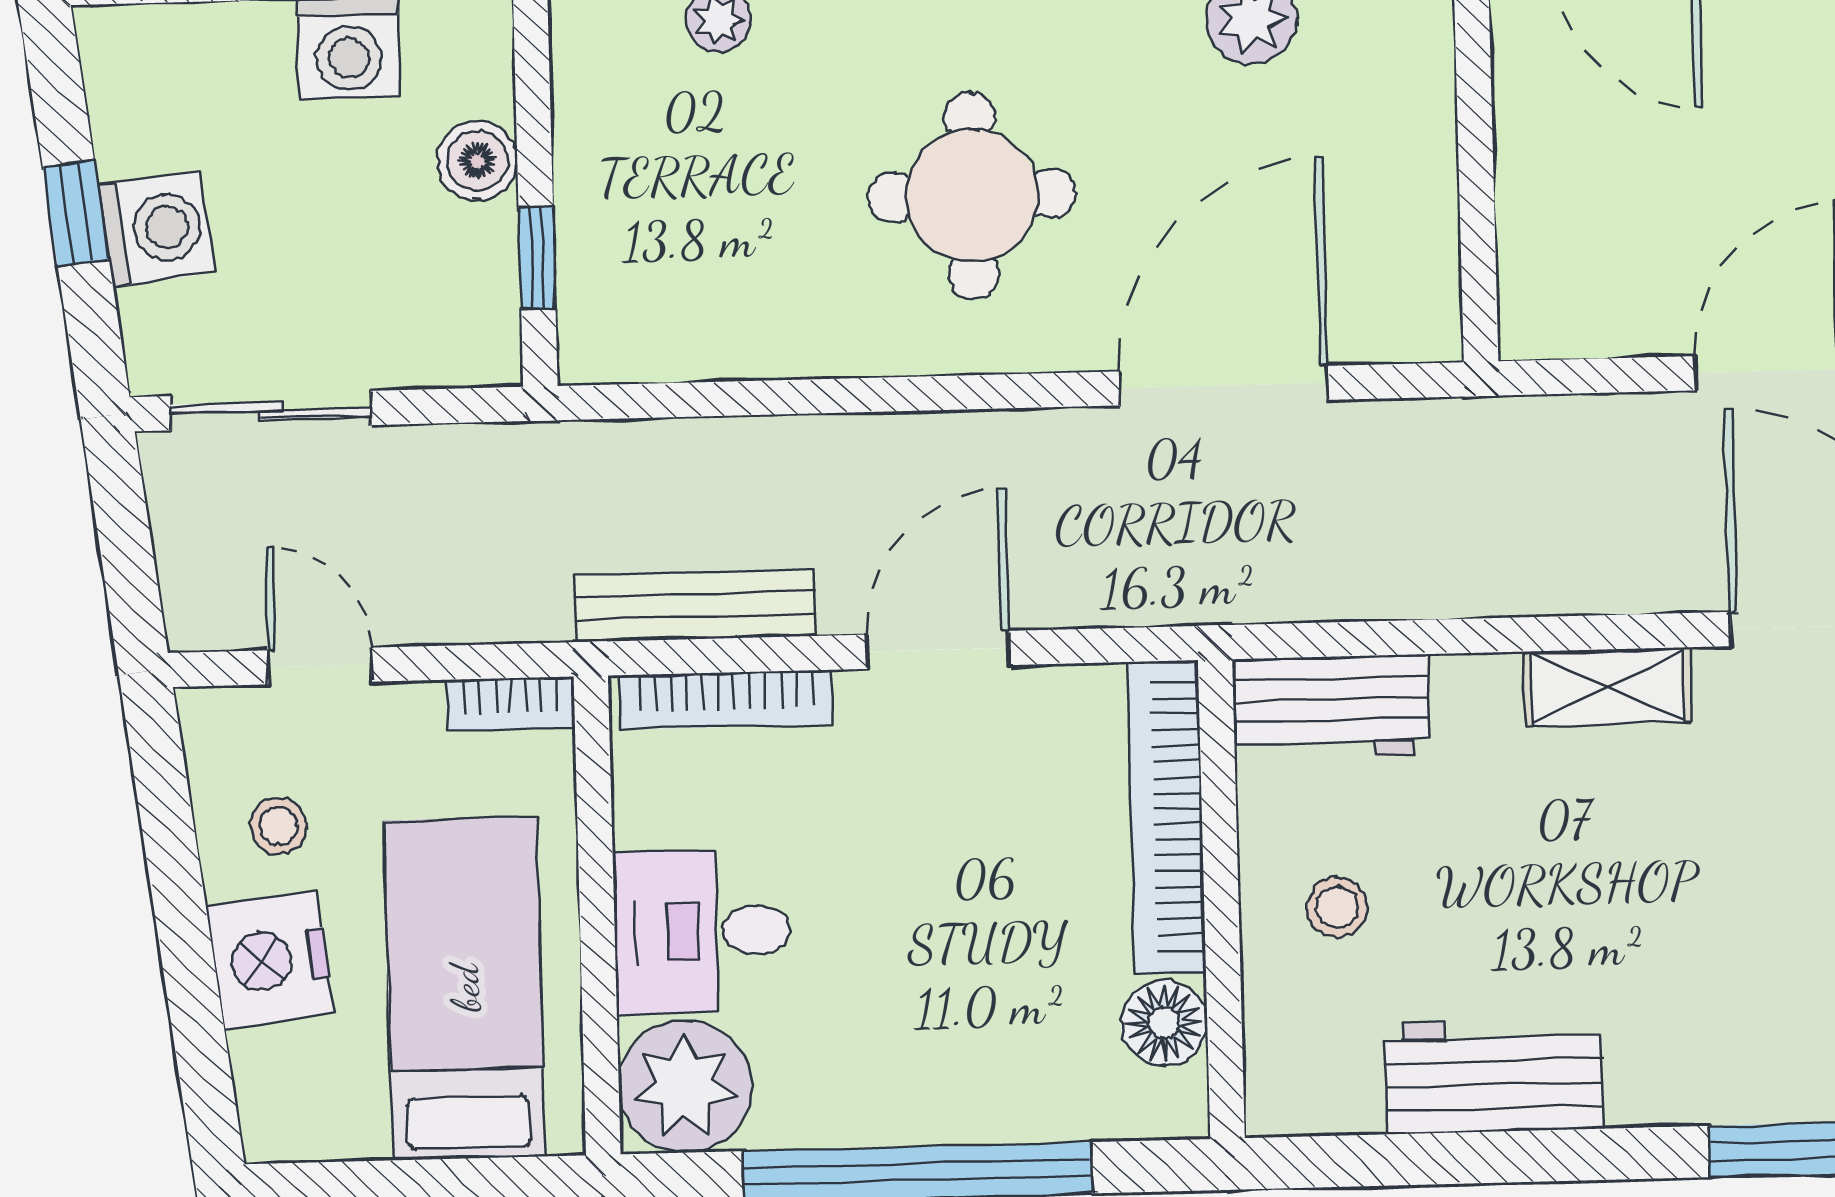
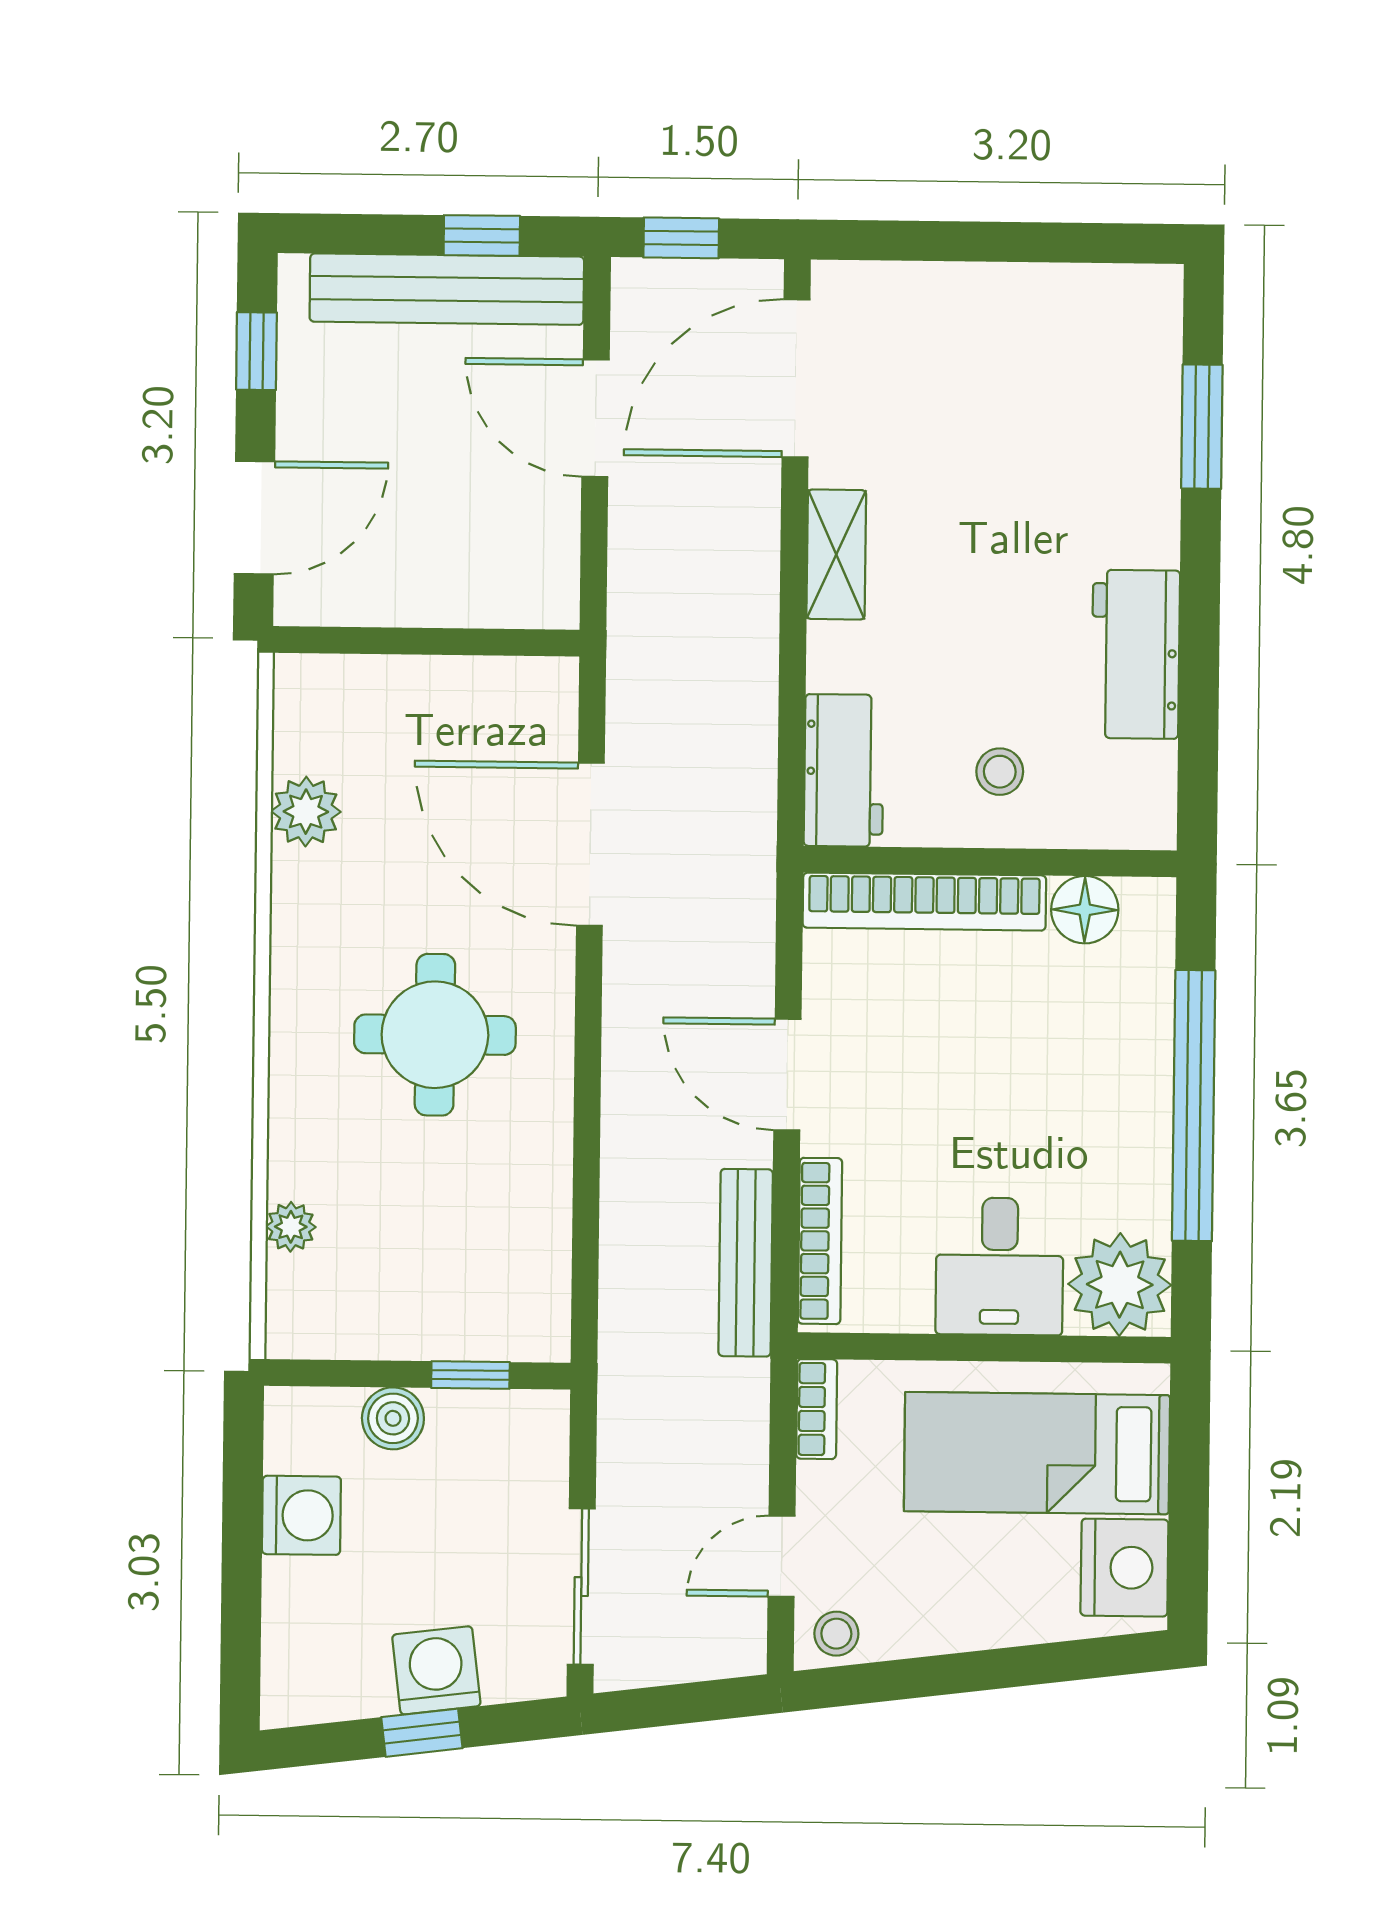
stool: (278, 826) -> (836, 1634), moved
nightstand: (270, 960) -> (1124, 1568), moved, turned -83

